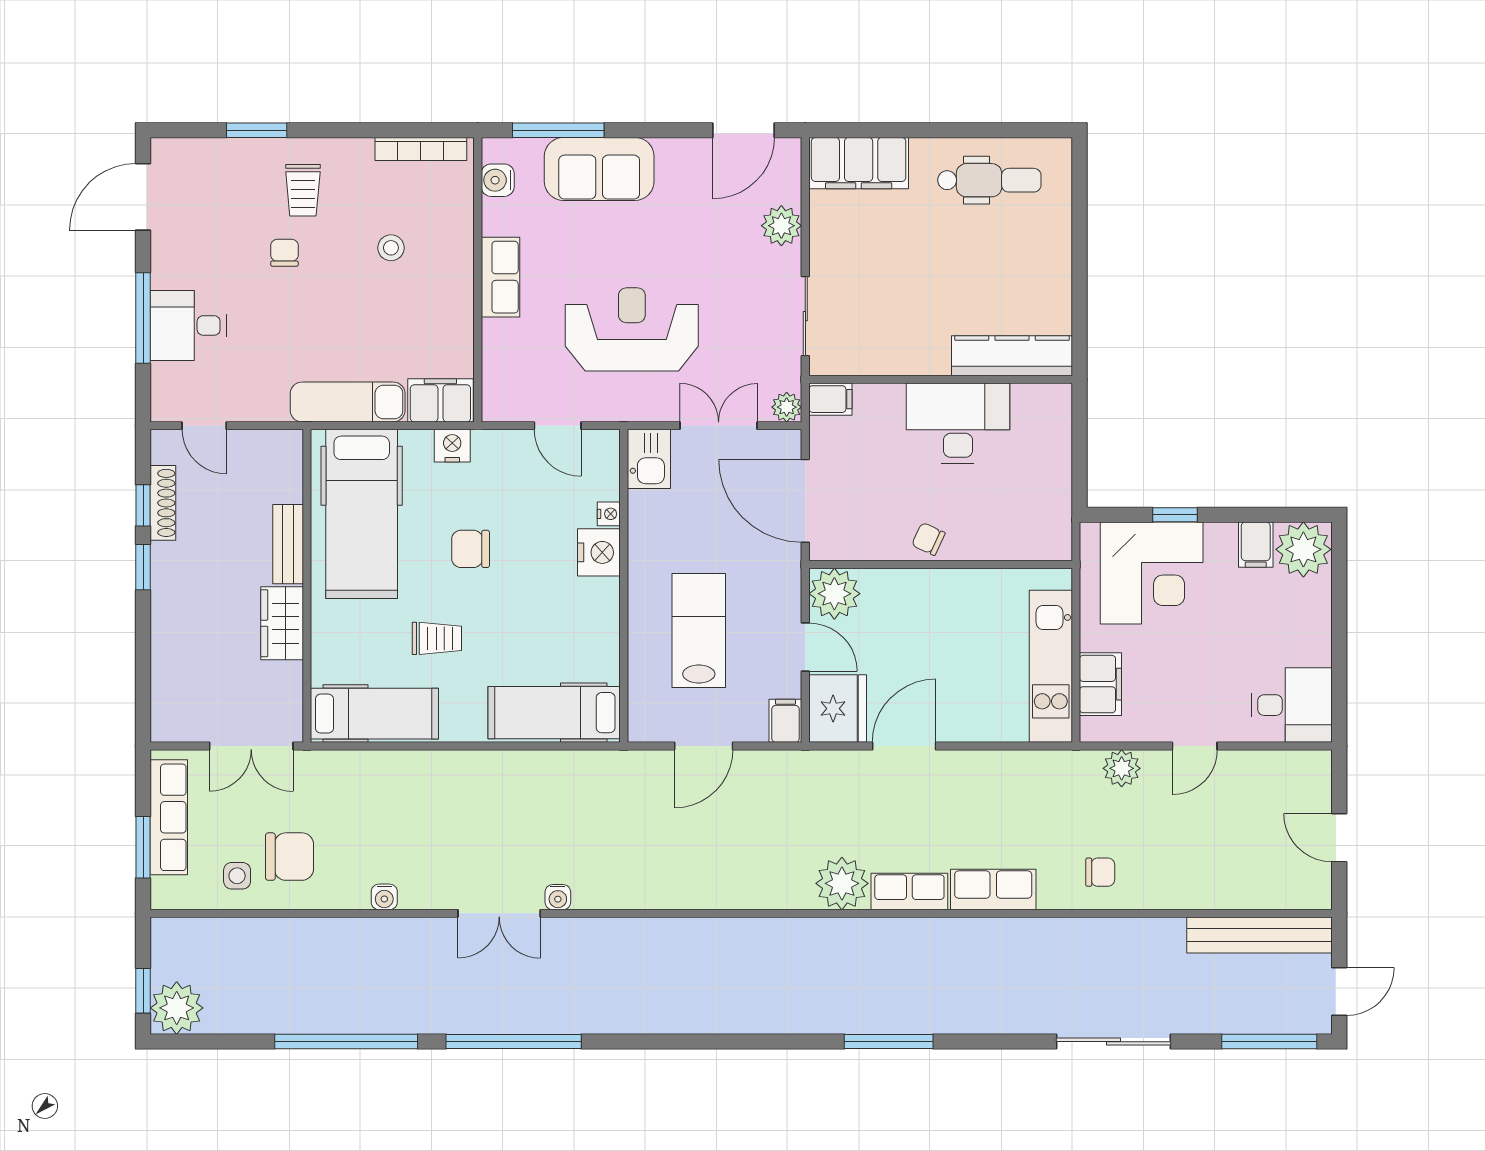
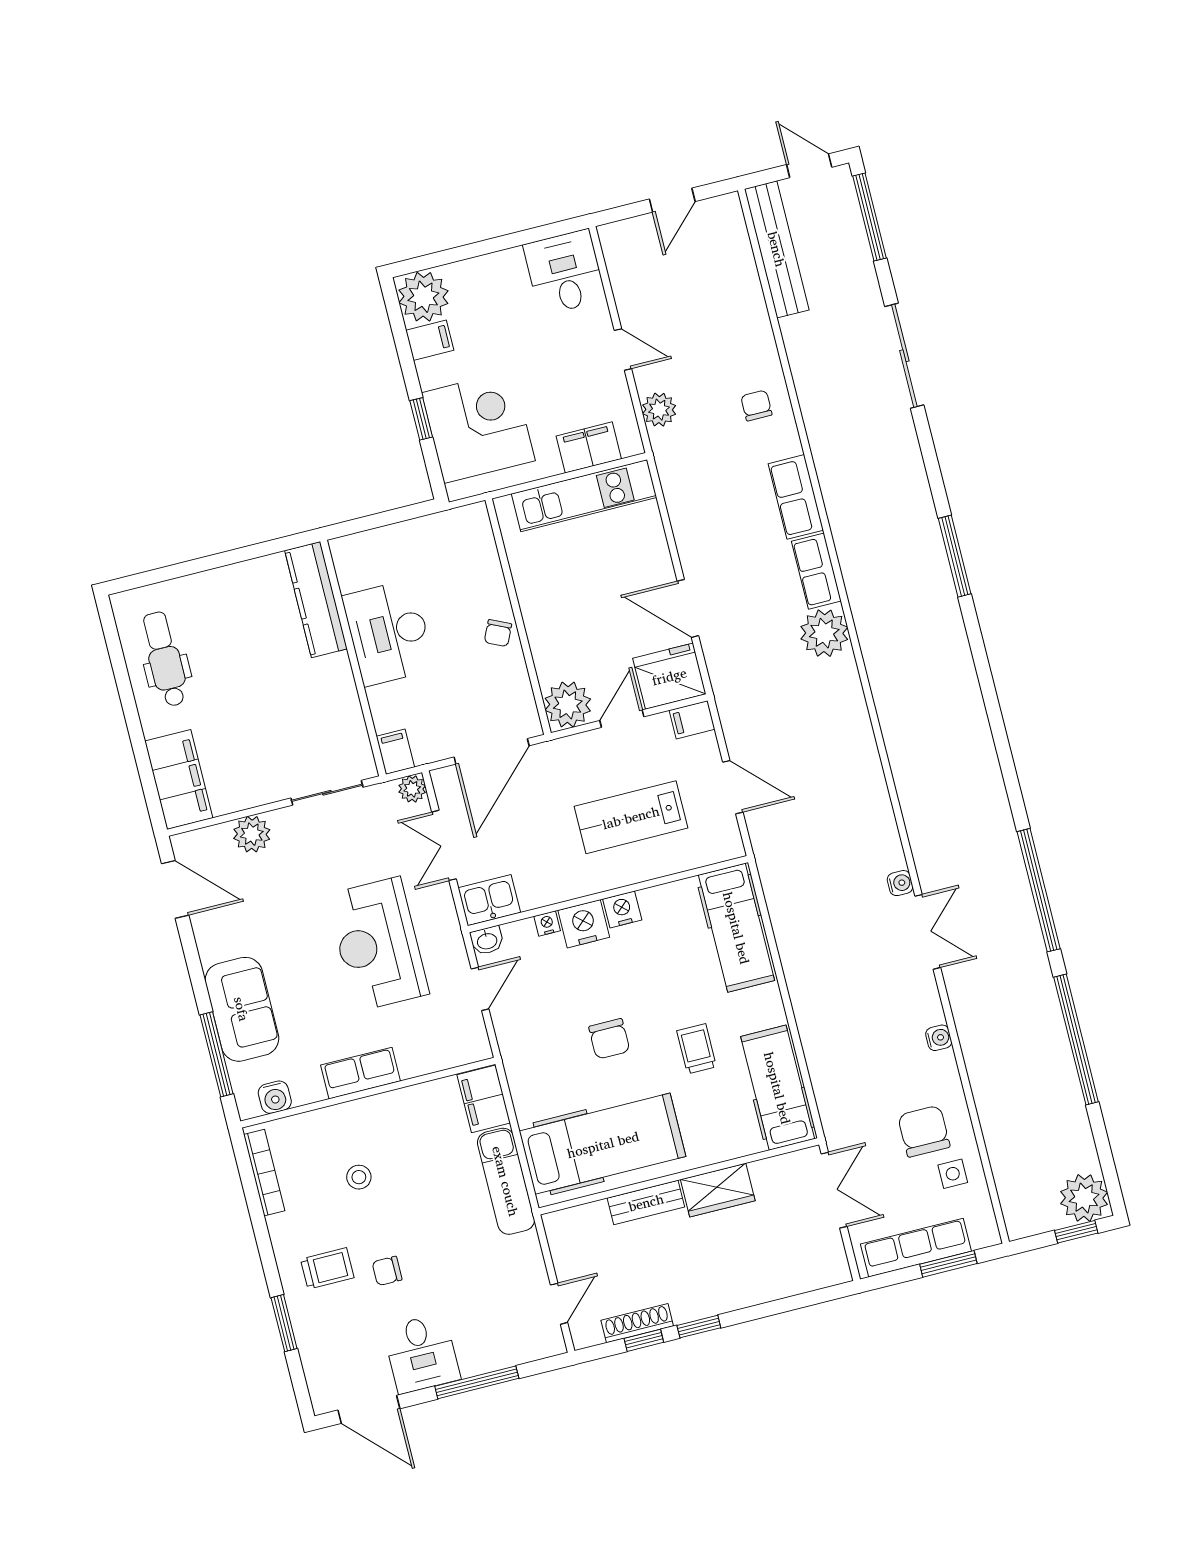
desk: (188, 325) -> (421, 1354), moved
nightstand: (452, 446) -> (622, 909), moved, turned 90
washbasin: (607, 446) -> (487, 941), added

